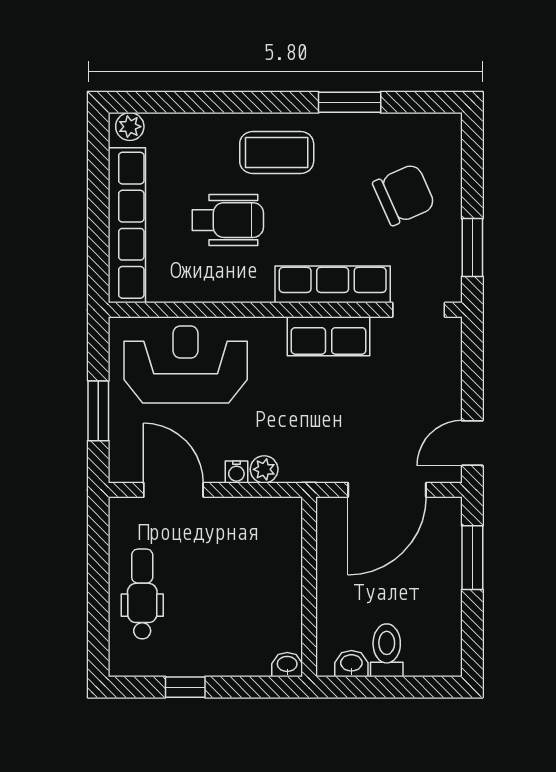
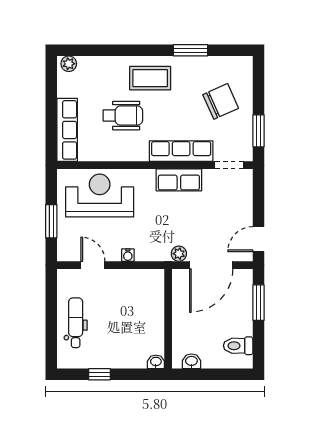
row of seats: (127, 225) -> (67, 130), width x0.73
plant: (264, 469) -> (179, 254), moved
door: (173, 490) -> (93, 265), width x0.73
toilet: (387, 650) -> (238, 346), moved, turned -90

